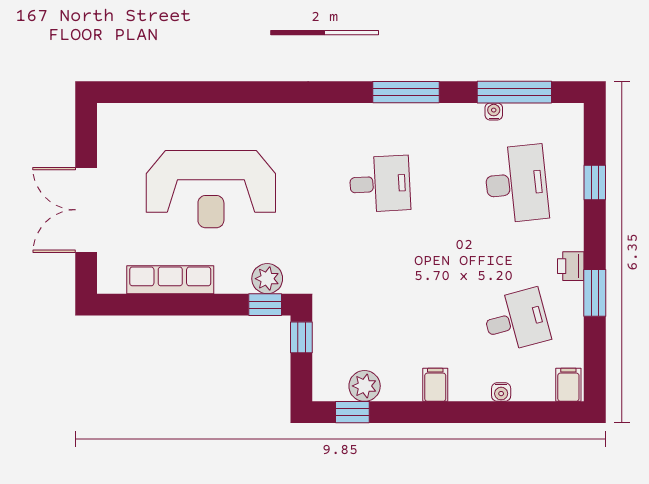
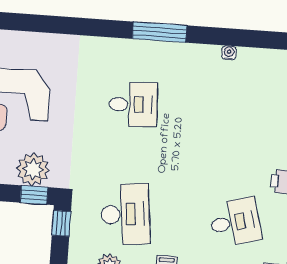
window: (514, 92) -> (247, 38), removed
desk: (516, 184) -> (125, 214), moved
plant: (267, 279) -> (33, 169), width x1.36, depth x1.36

